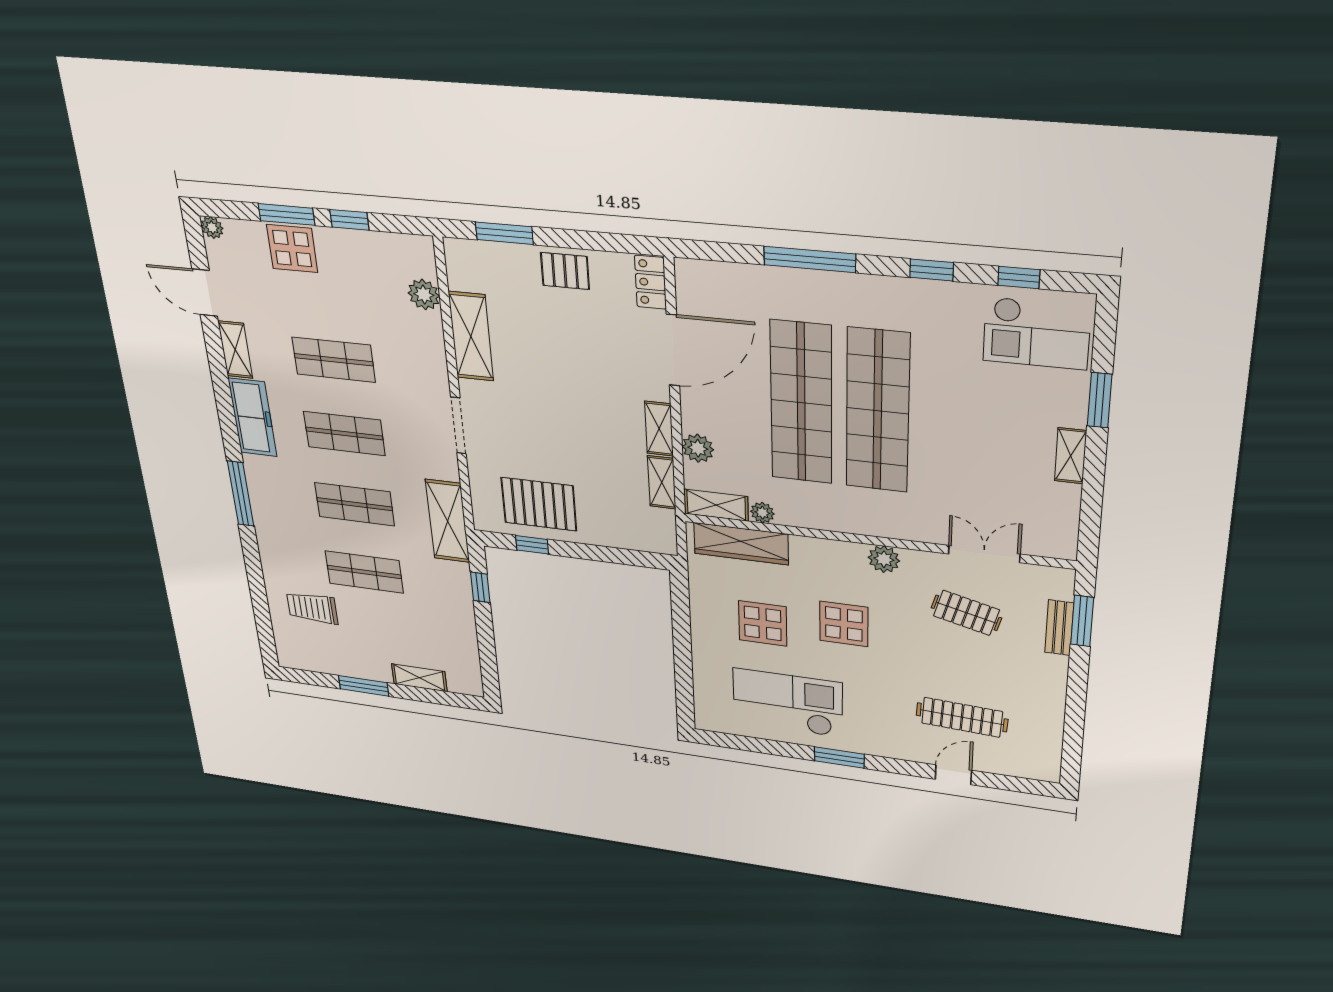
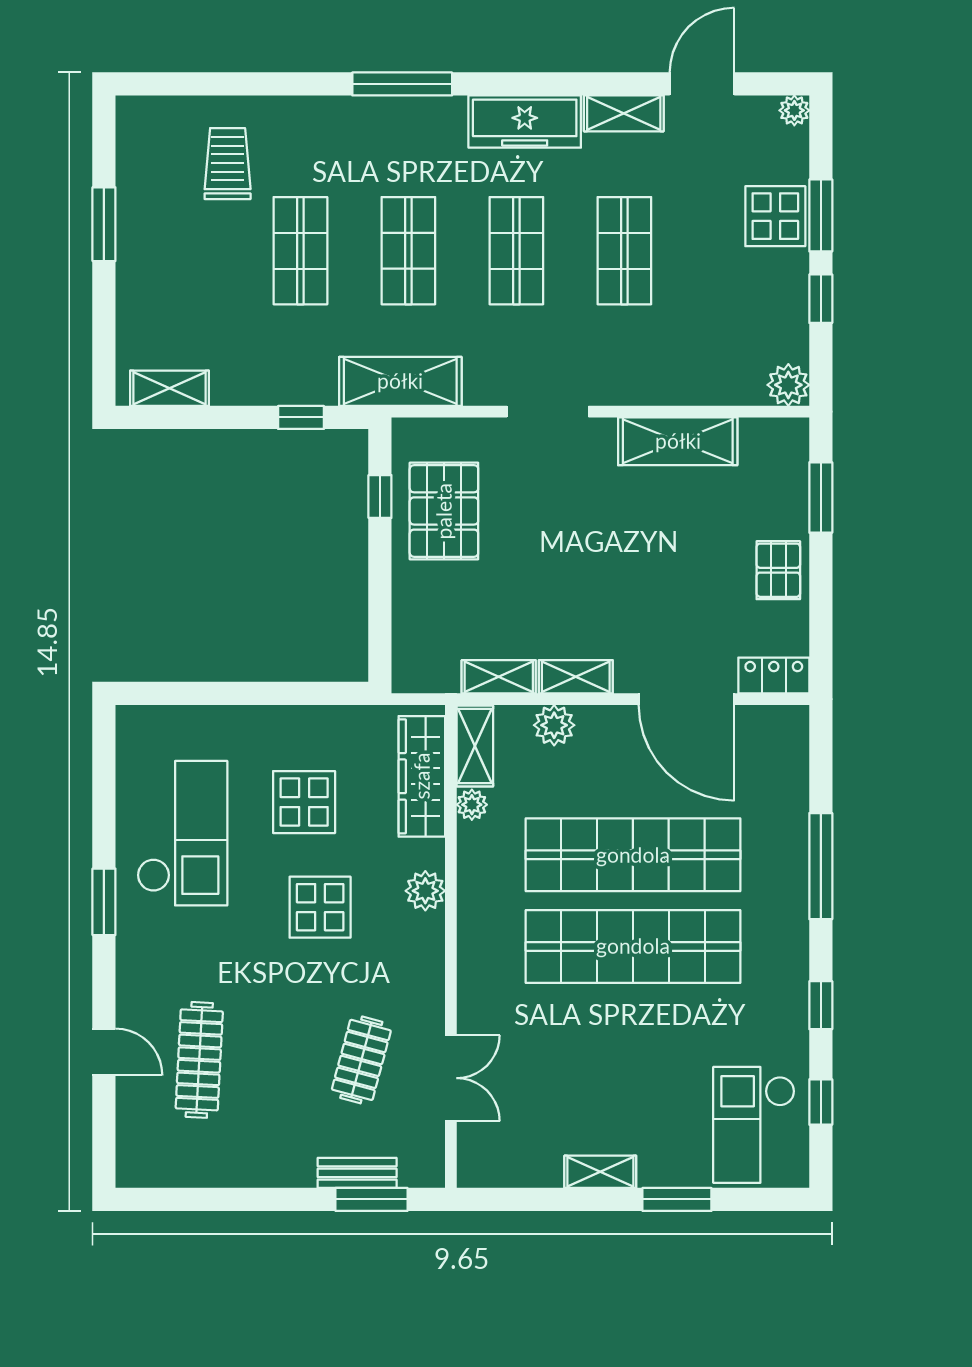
plant: (424, 294) -> (788, 385), moved
plant: (884, 559) -> (425, 891), moved
shelving: (419, 678) -> (170, 388), moved, turned 90

